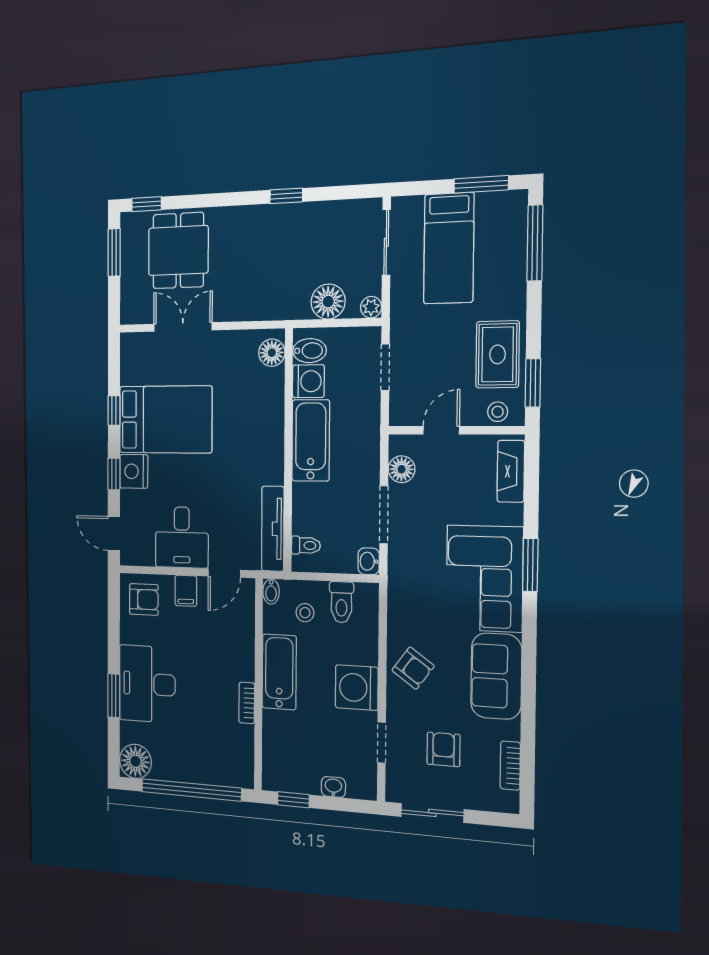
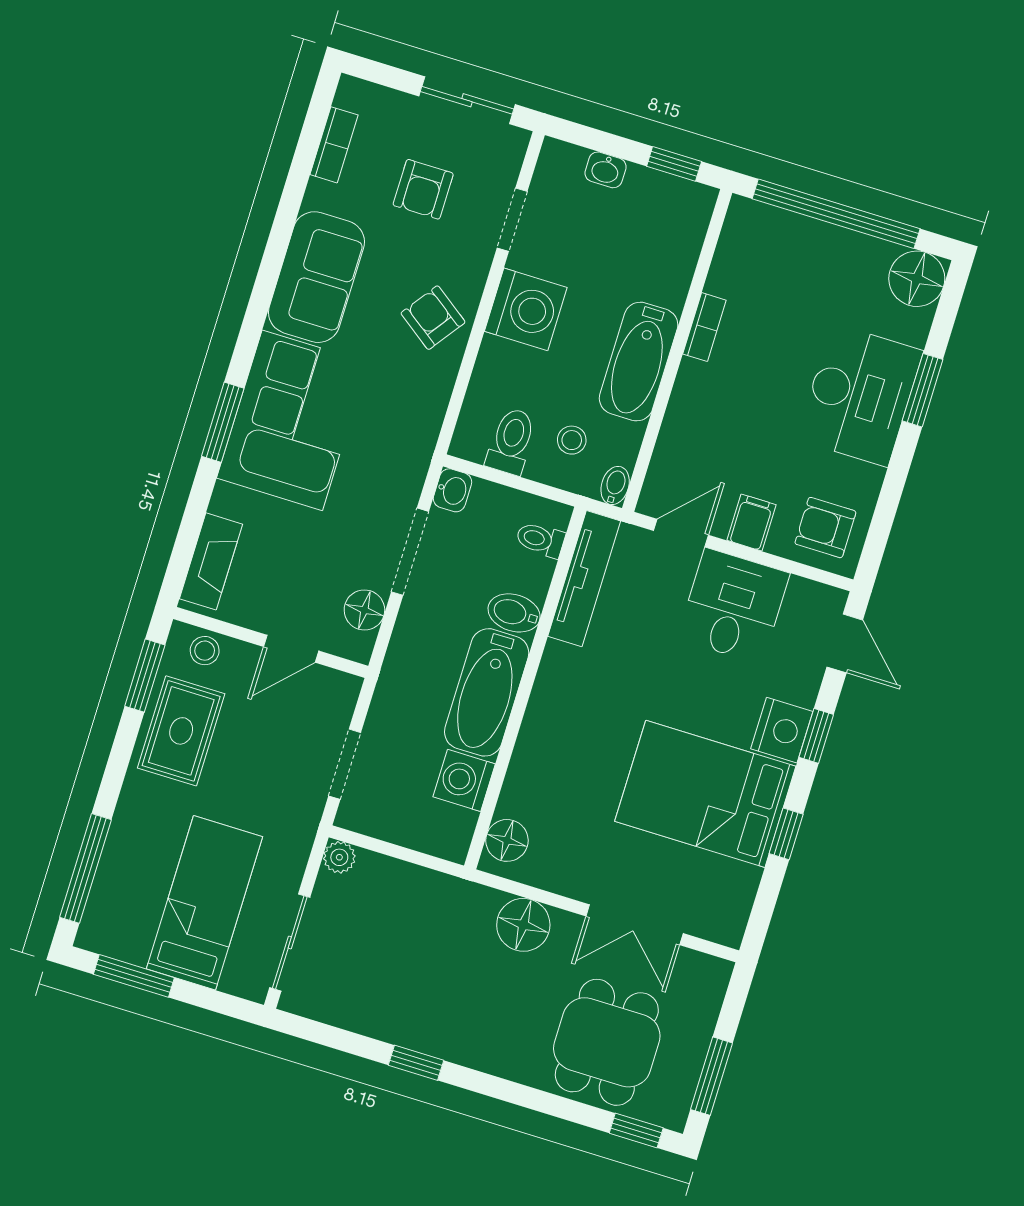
floor lamp: (328, 302) -> (523, 925), moved
bidet: (310, 351) -> (514, 613), moved

